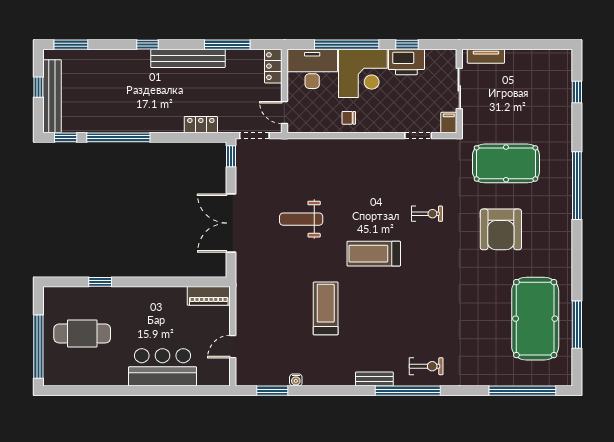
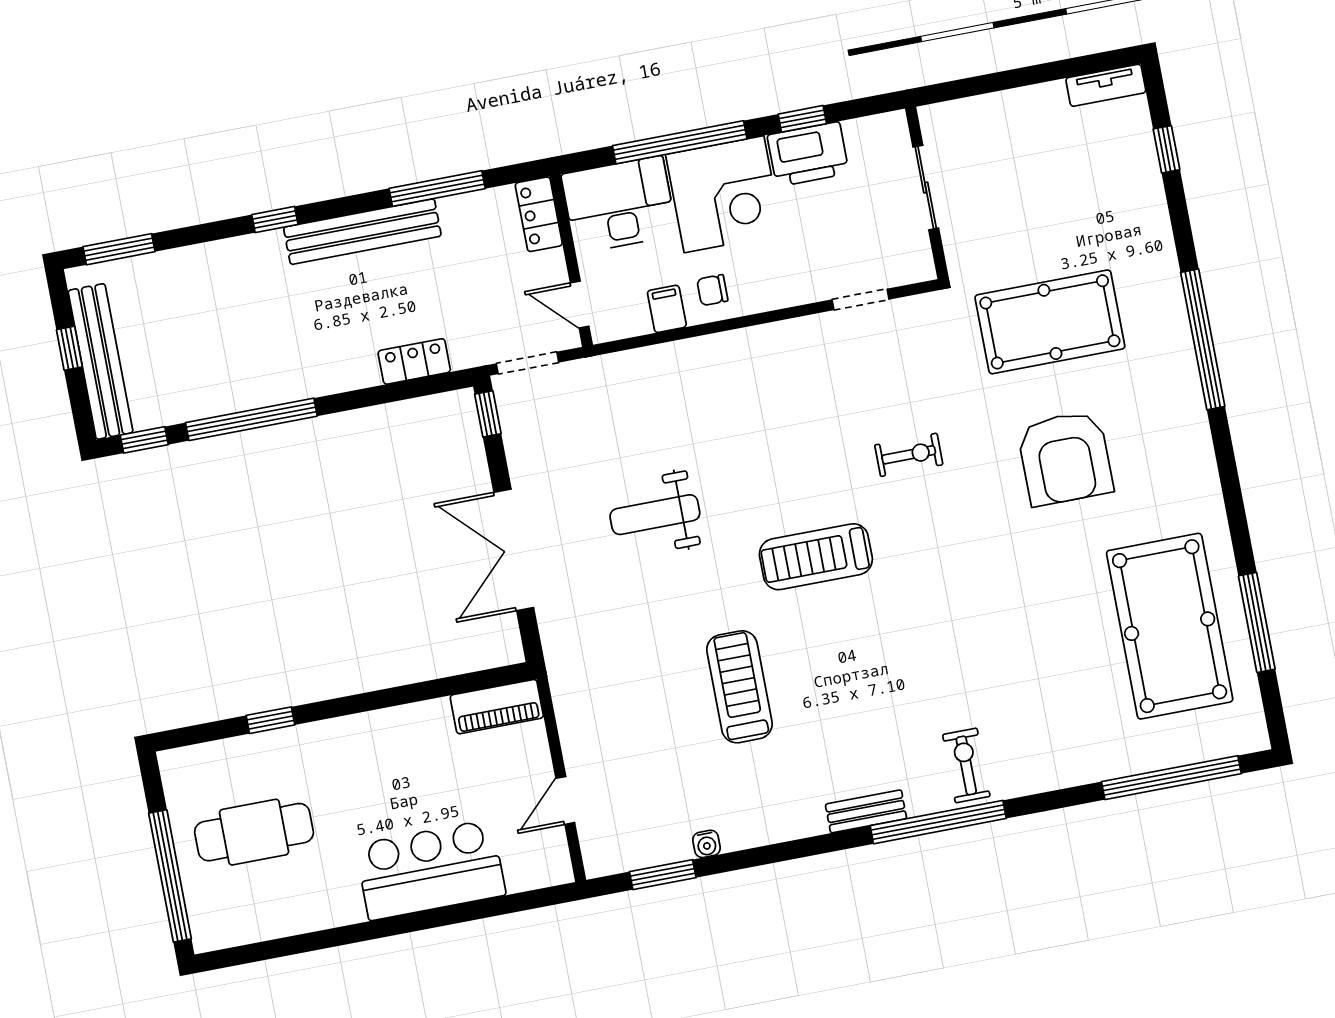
tv unit: (486, 56) -> (1106, 85), moved
filing cabinet: (449, 123) -> (667, 309), moved
exercise bike: (426, 366) -> (966, 765), turned -90

